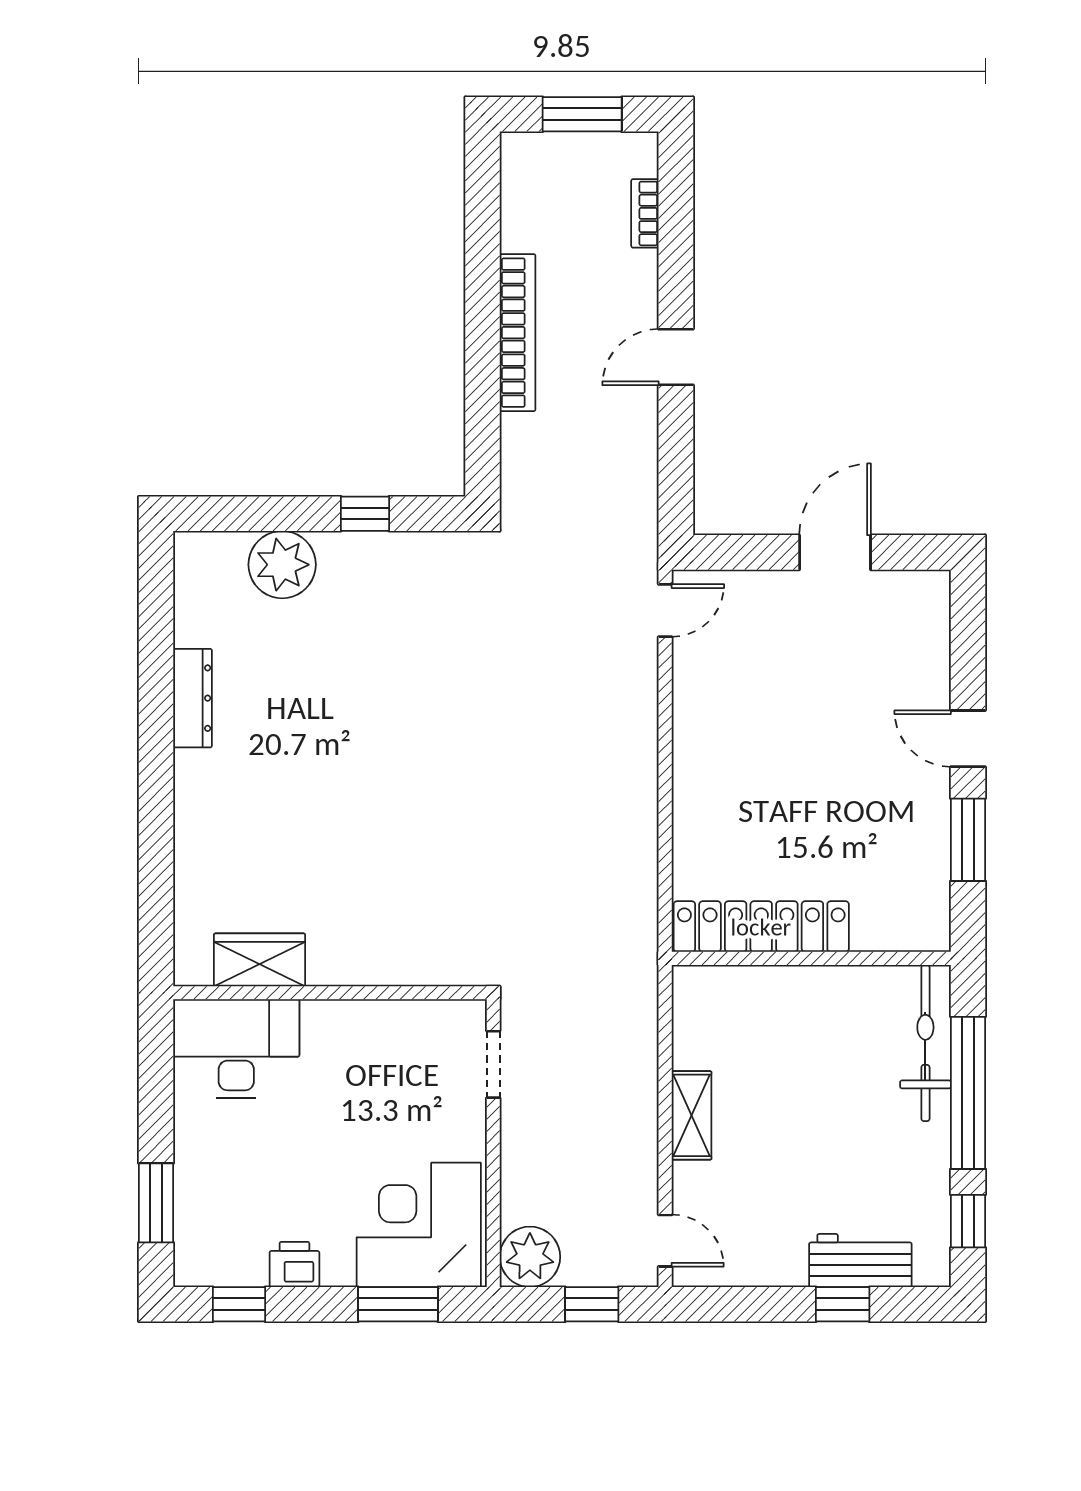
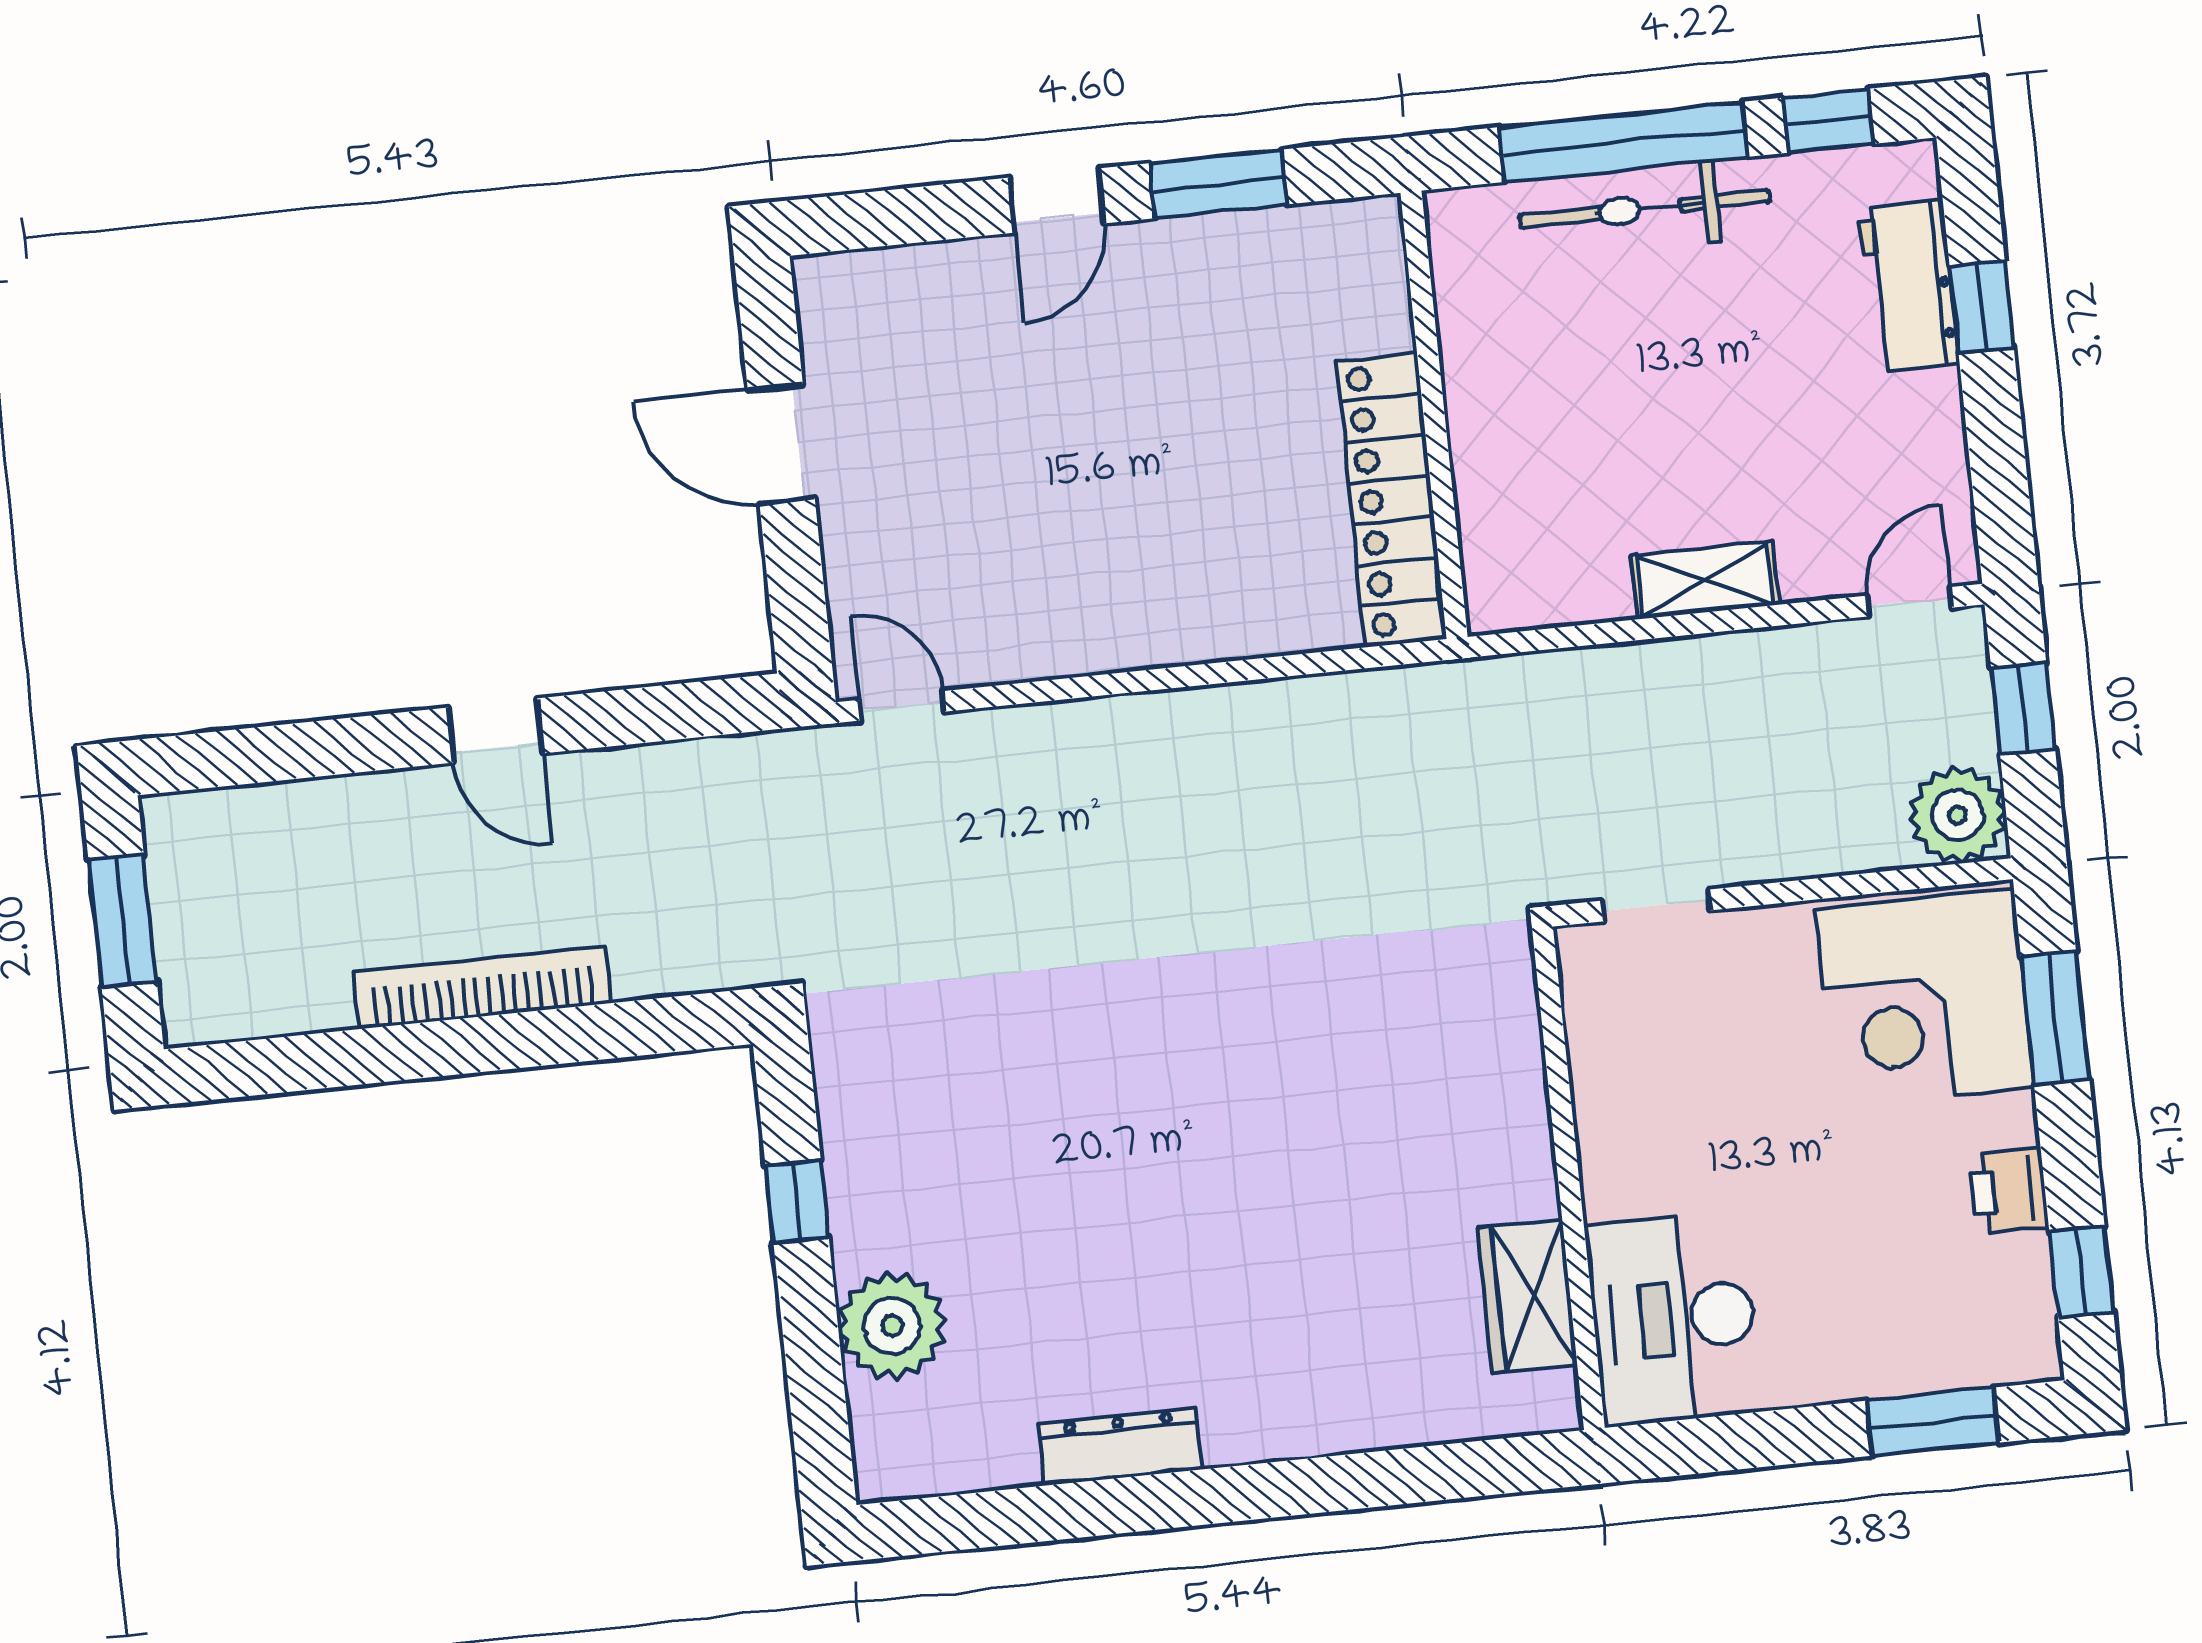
bookcase: (645, 213) -> (271, 804), removed
bicycle: (925, 1043) -> (1644, 209), moved

